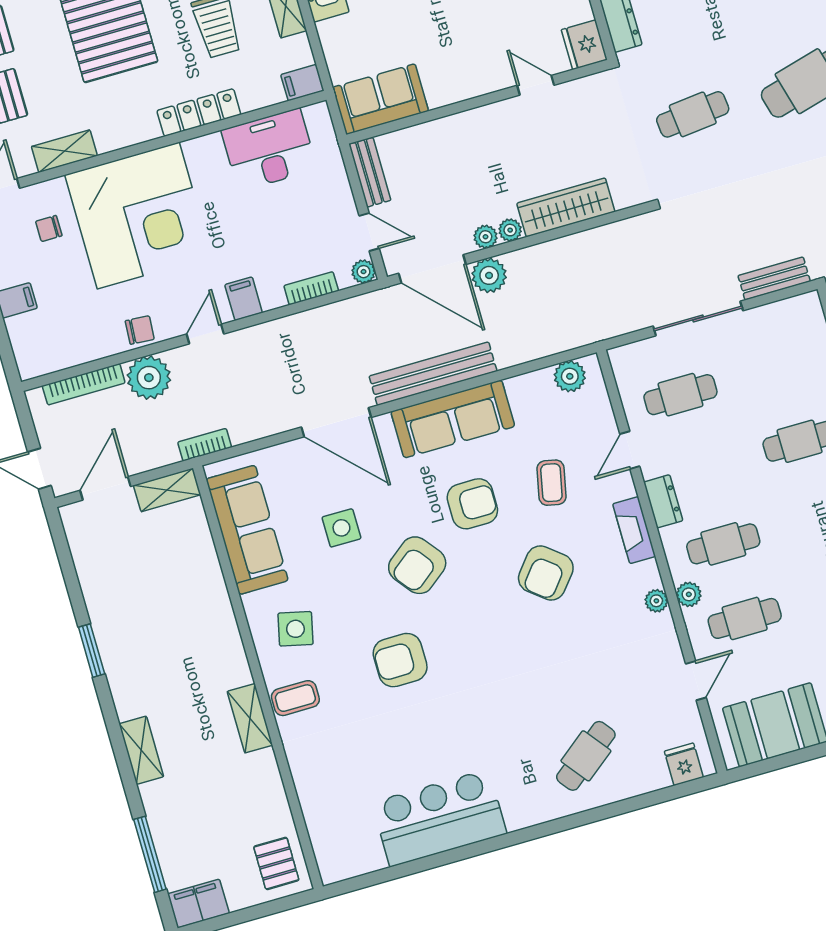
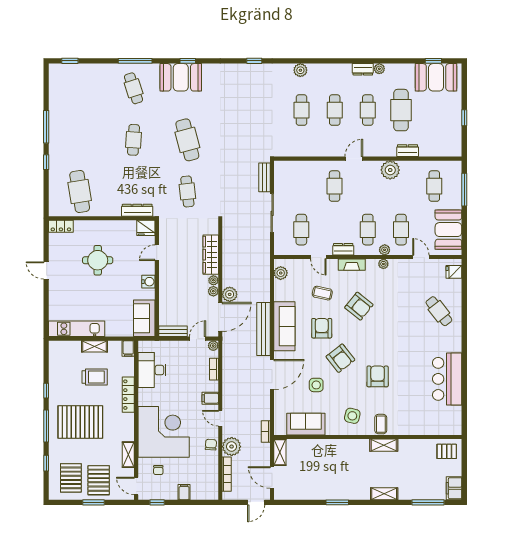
water cooler: (465, 85) -> (148, 282), added
sofa: (247, 530) -> (306, 424), width x0.73
armchair: (400, 660) -> (378, 376), turned 180

